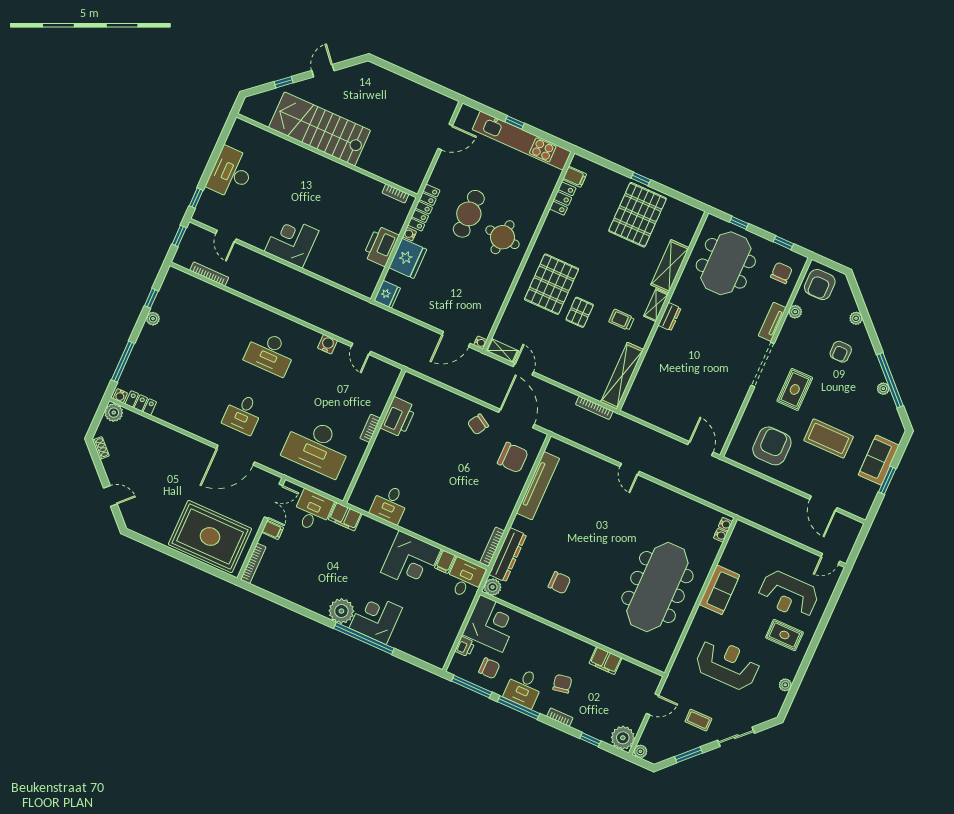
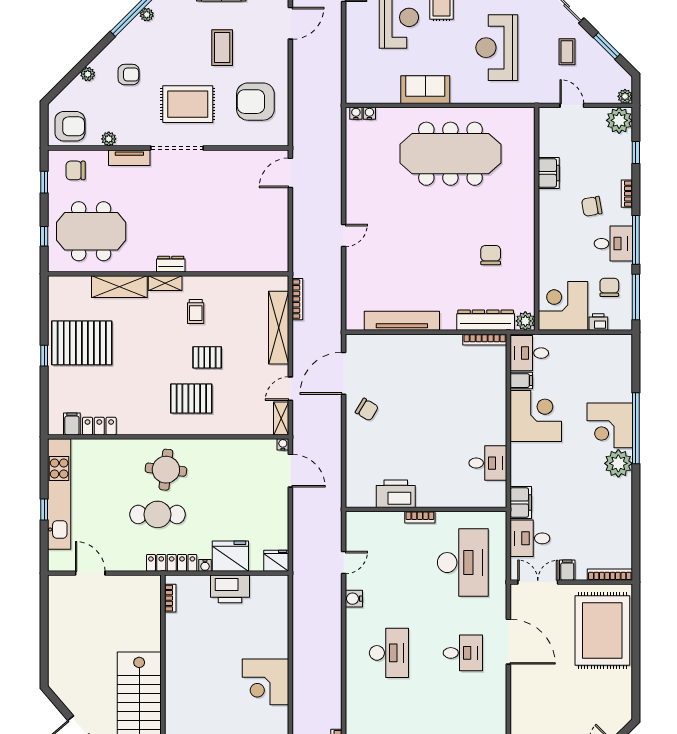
pallet: (552, 284) -> (191, 399), width x0.73, depth x0.71
shelving: (622, 376) -> (279, 328), moved, turned 90
rug: (795, 389) -> (188, 104), width x1.36, depth x1.43
coffee table: (829, 438) -> (222, 48), width x0.73, depth x0.76
chair: (513, 458) -> (385, 359), removed

